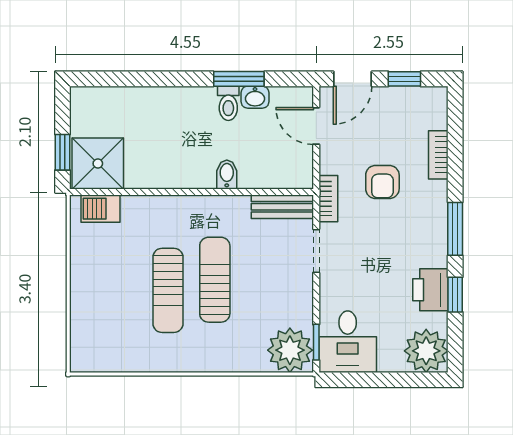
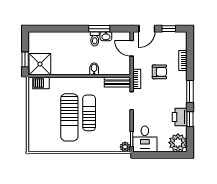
armchair: (382, 182) -> (159, 72), turned -90
sun lounger: (168, 290) -> (69, 117), width x1.36, depth x1.34
plant: (290, 350) -> (125, 147), width x0.53, depth x0.53

